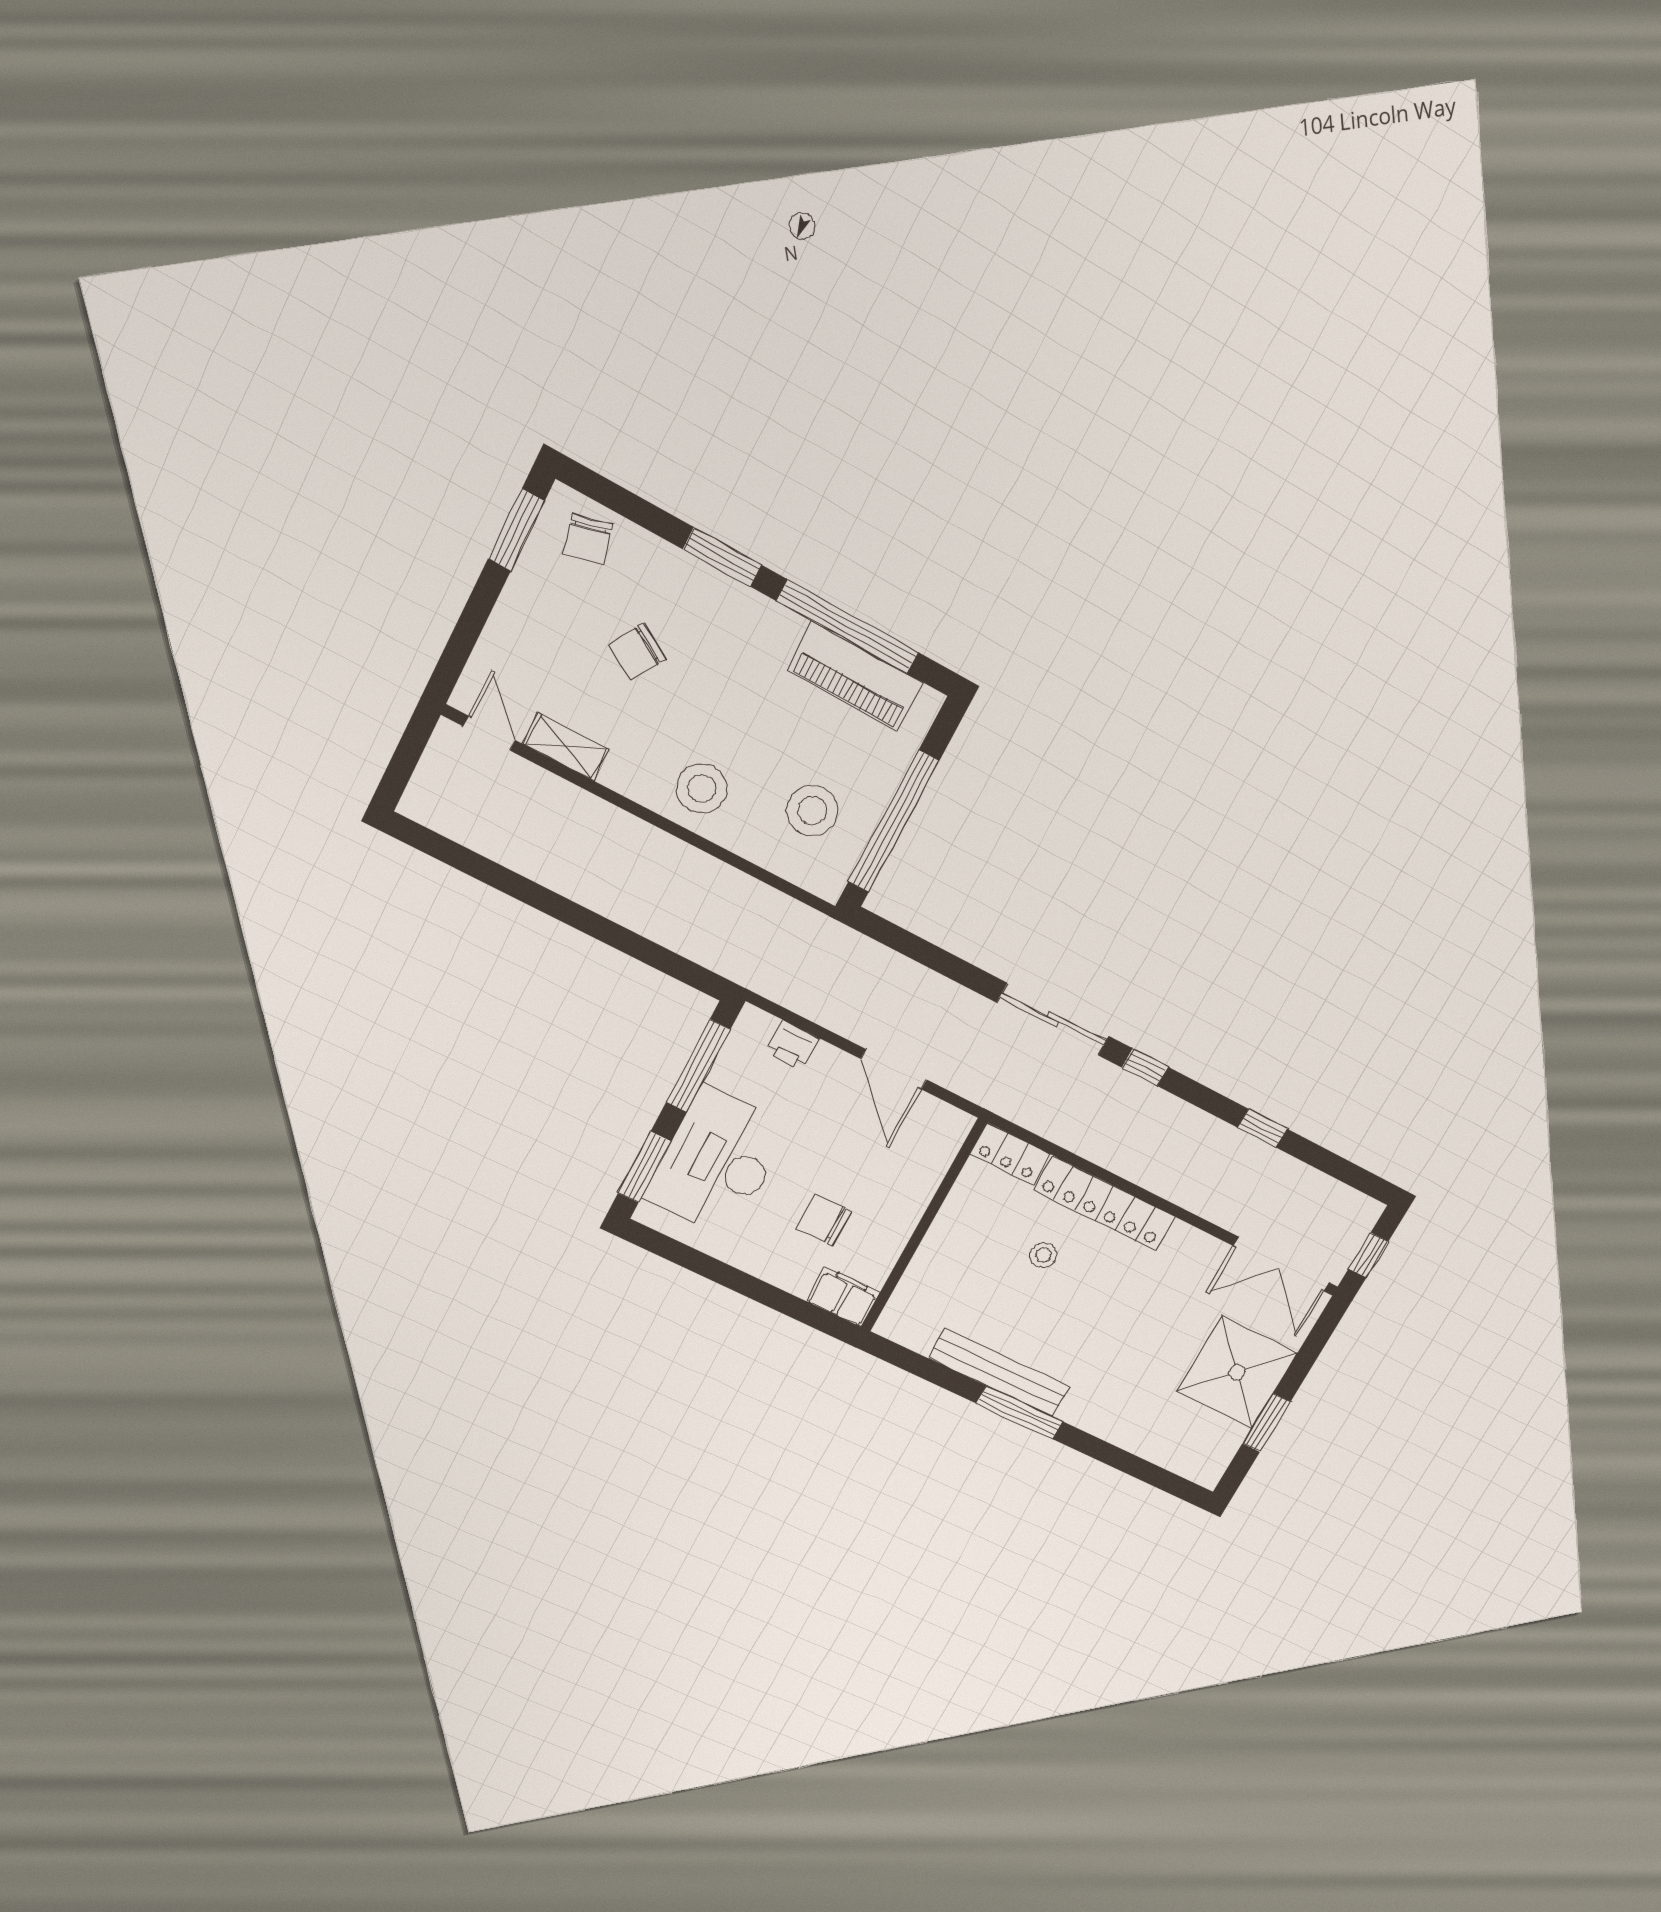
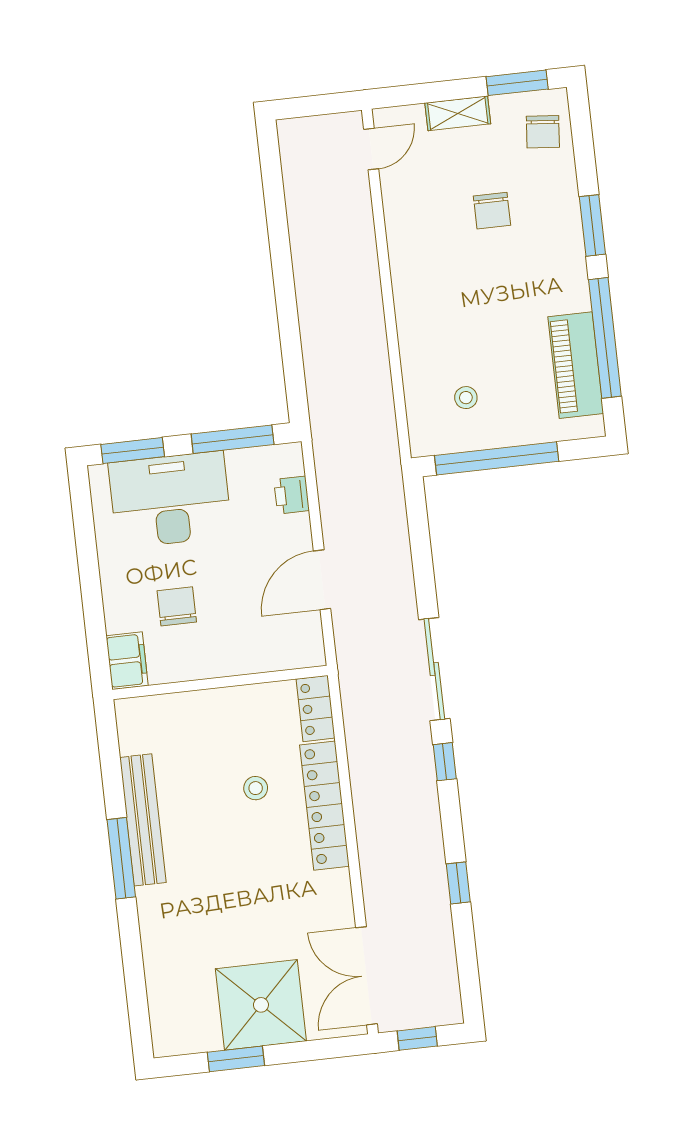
chair: (588, 539) -> (543, 132), turned -71
chair: (637, 652) -> (492, 211), turned -121
shelving: (566, 747) -> (458, 113), moved, turned 90
stool: (702, 788) -> (430, 313), removed
stool: (812, 811) -> (466, 398), width x0.53, depth x0.53

